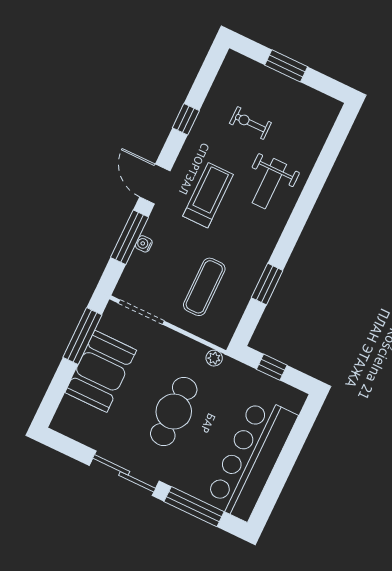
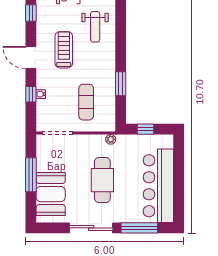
window: (129, 237) -> (31, 94), width x0.46
window: (82, 336) -> (31, 175), moved
booth: (101, 371) -> (51, 194), moved

